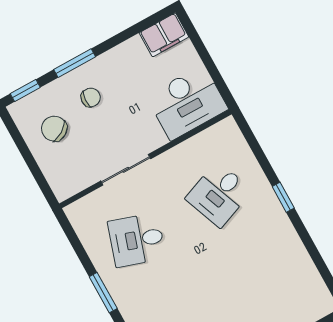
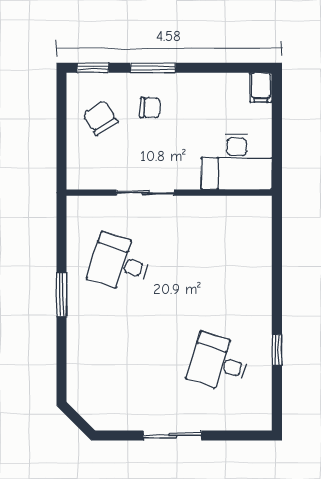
filing cabinet: (164, 35) -> (261, 87), width x0.50
desk: (219, 194) -> (219, 363), moved, turned 39
window: (283, 197) -> (277, 350), moved

